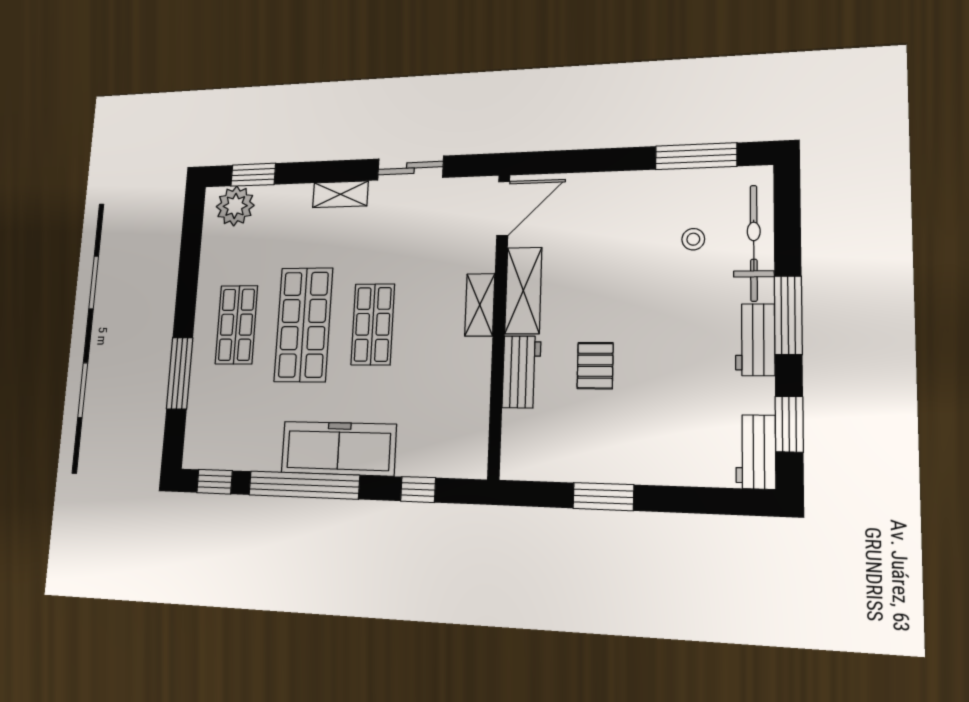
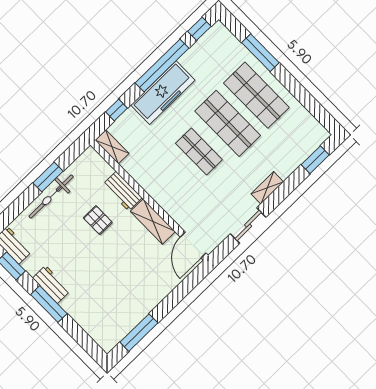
plant: (235, 206) -> (309, 140), removed
stool: (693, 239) -> (109, 300), removed
bicycle: (754, 243) -> (51, 196), moved, turned 90
shelving: (480, 305) -> (112, 147), moved
shop shelf: (236, 325) -> (256, 95), width x1.43, depth x1.36

